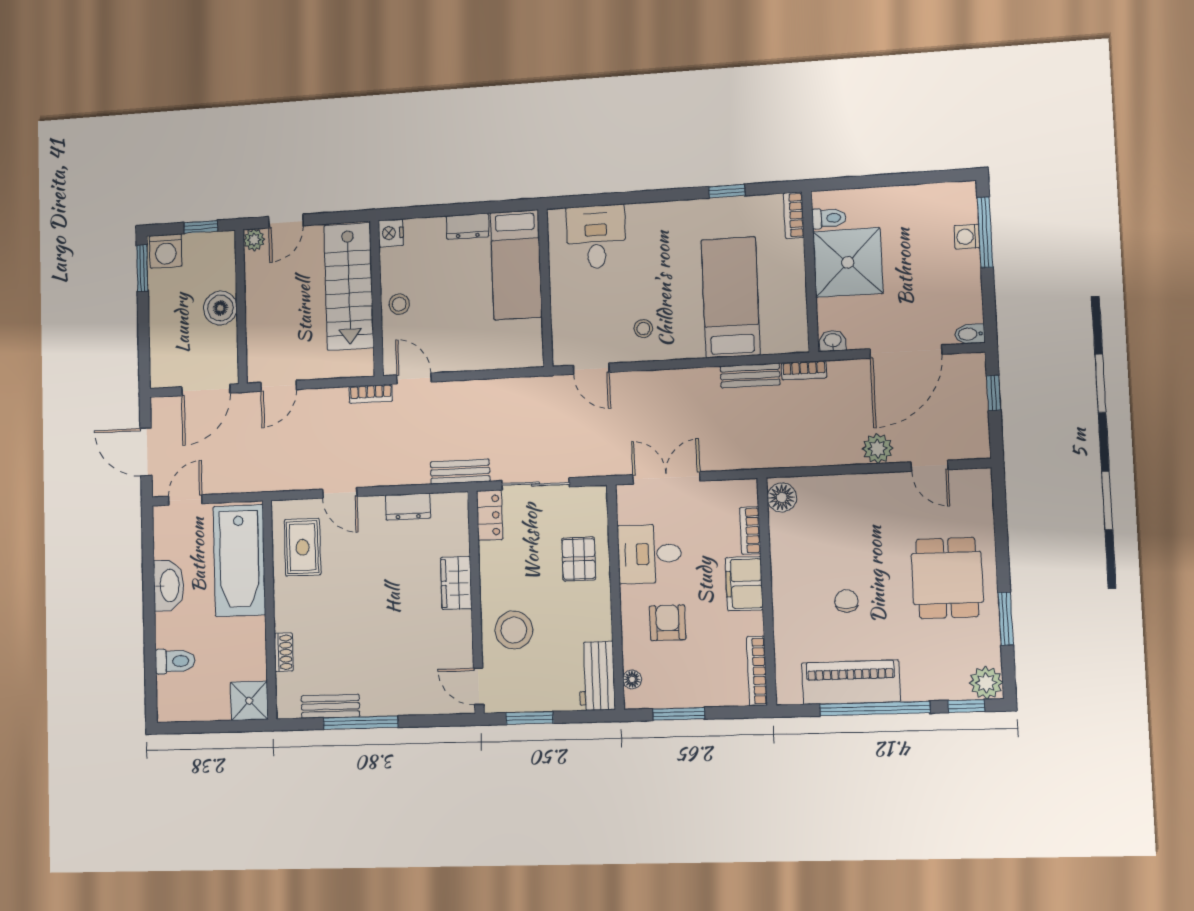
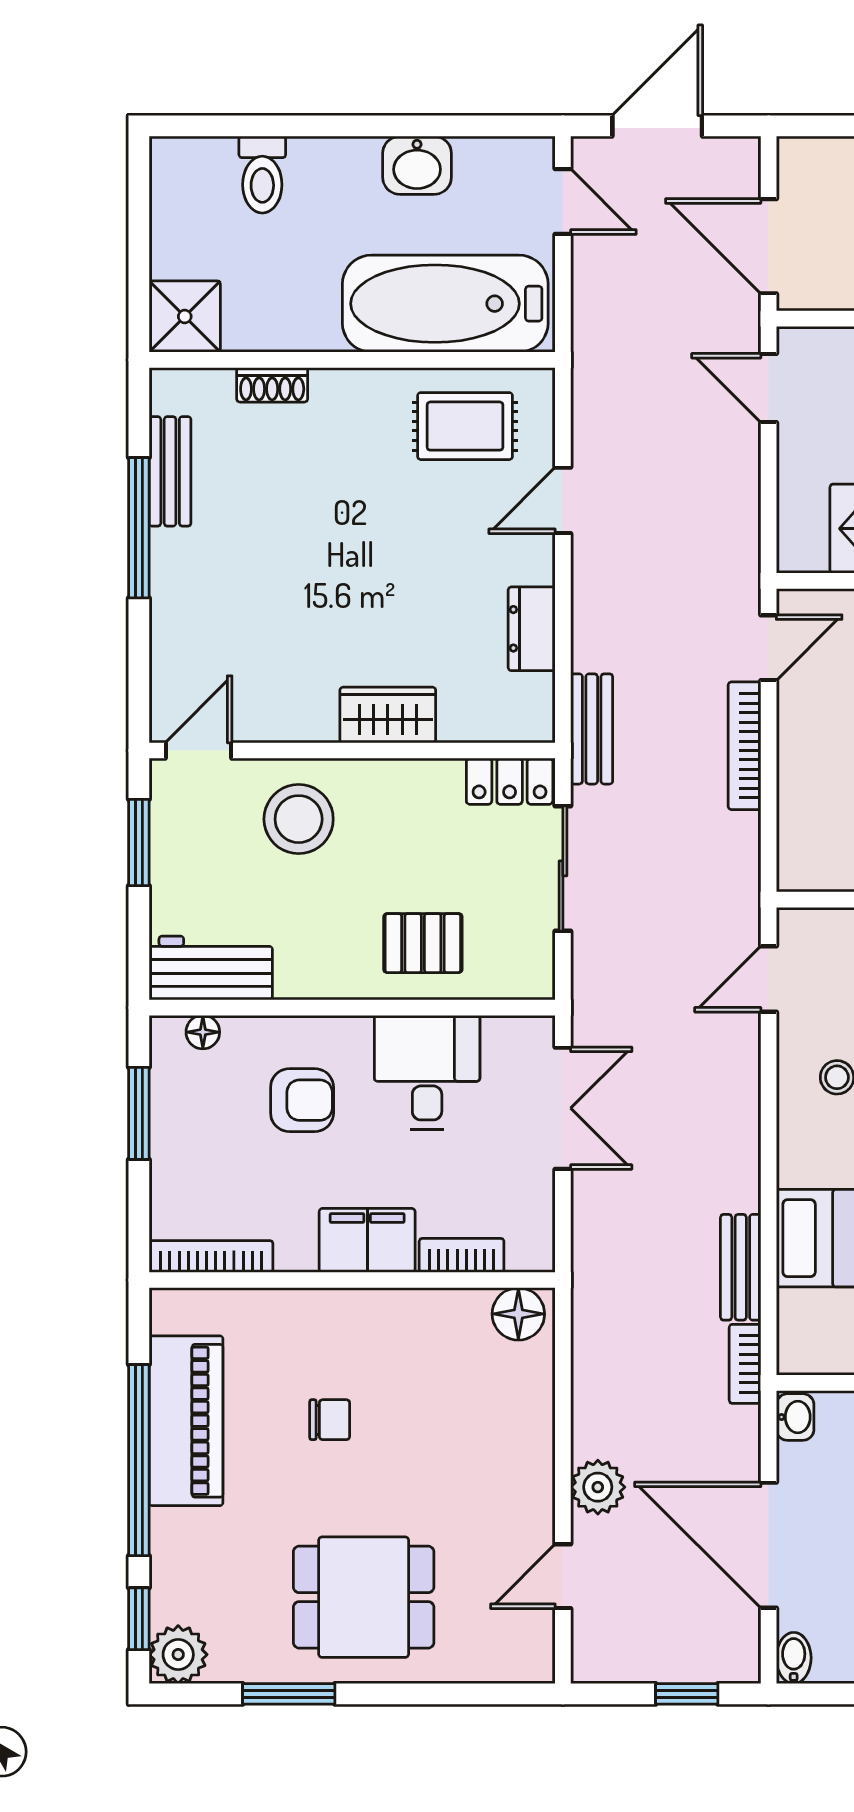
bookcase: (371, 394) -> (745, 746), moved, width x1.56
washbasin: (169, 586) -> (417, 165), width x0.72

